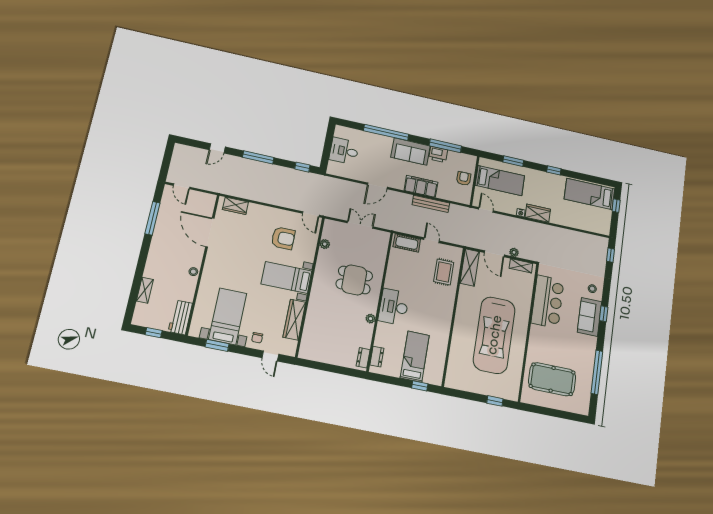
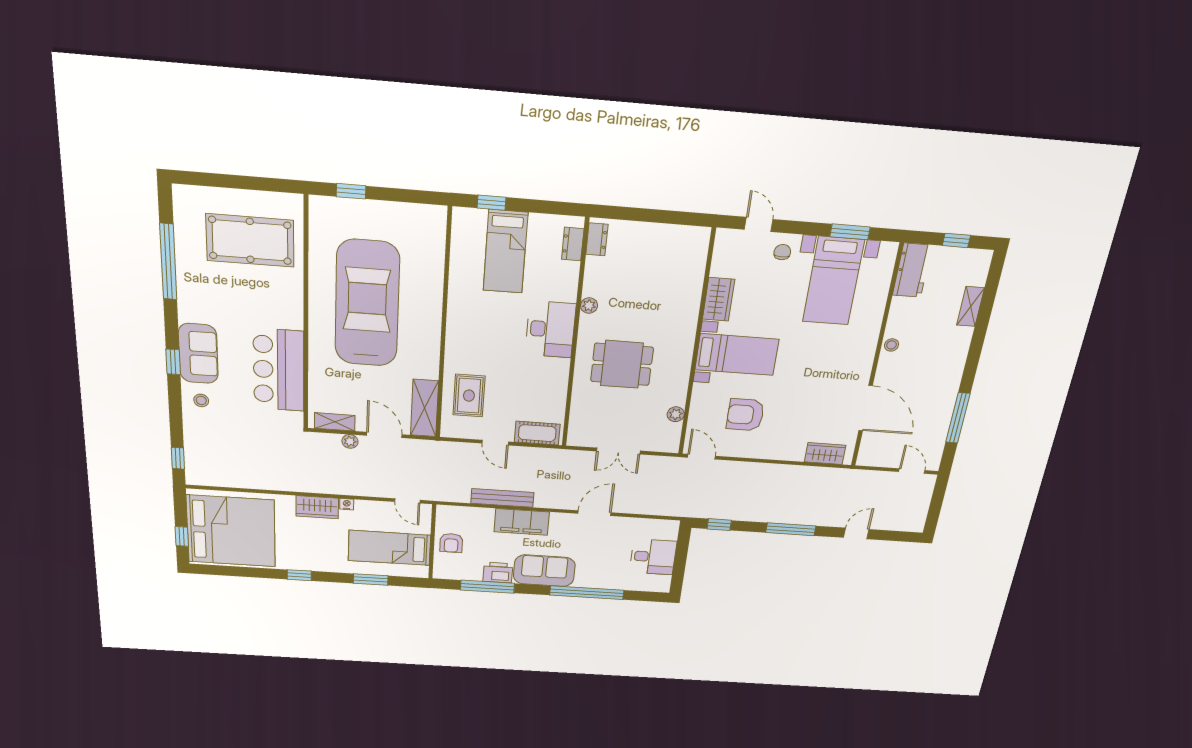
bed: (590, 194) -> (231, 531), width x2.04
wardrobe: (294, 320) -> (719, 299), width x0.67

